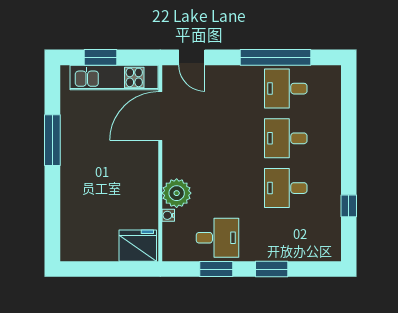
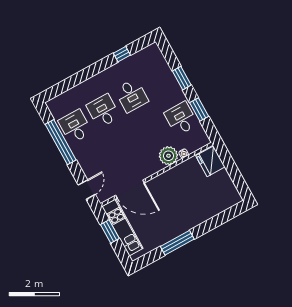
window: (101, 57) -> (110, 231), moved
desk: (286, 89) -> (75, 127), turned 180
desk: (286, 138) -> (103, 111), turned 180

